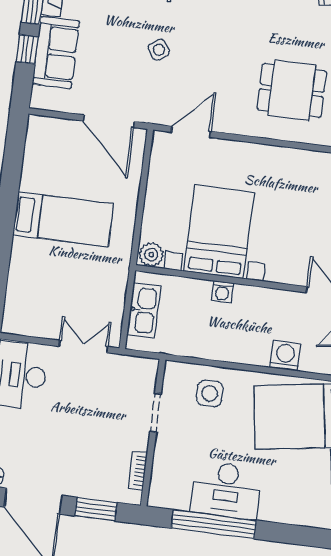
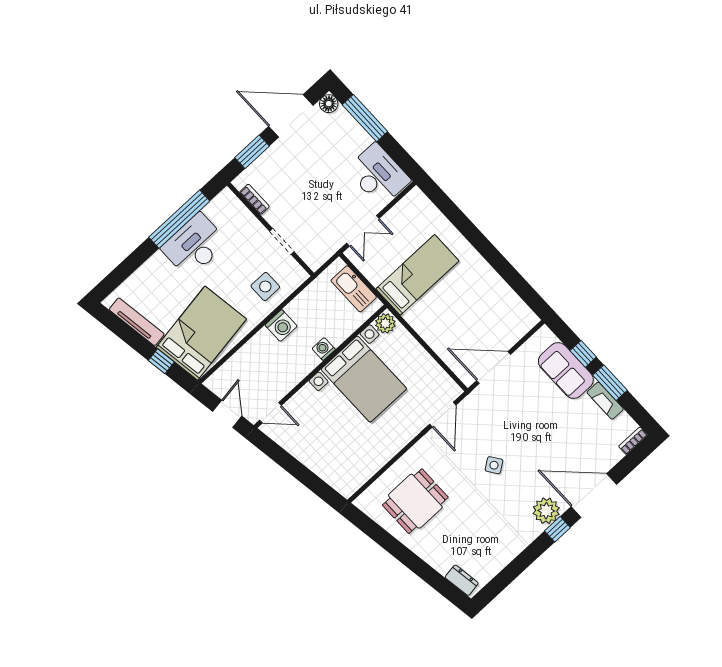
side table: (159, 50) -> (494, 465), moved
bed: (63, 219) -> (417, 275), moved, turned 180
washing machine: (285, 355) -> (281, 326), moved

